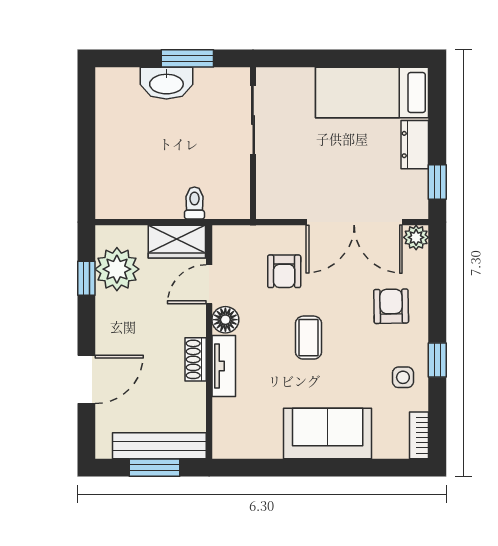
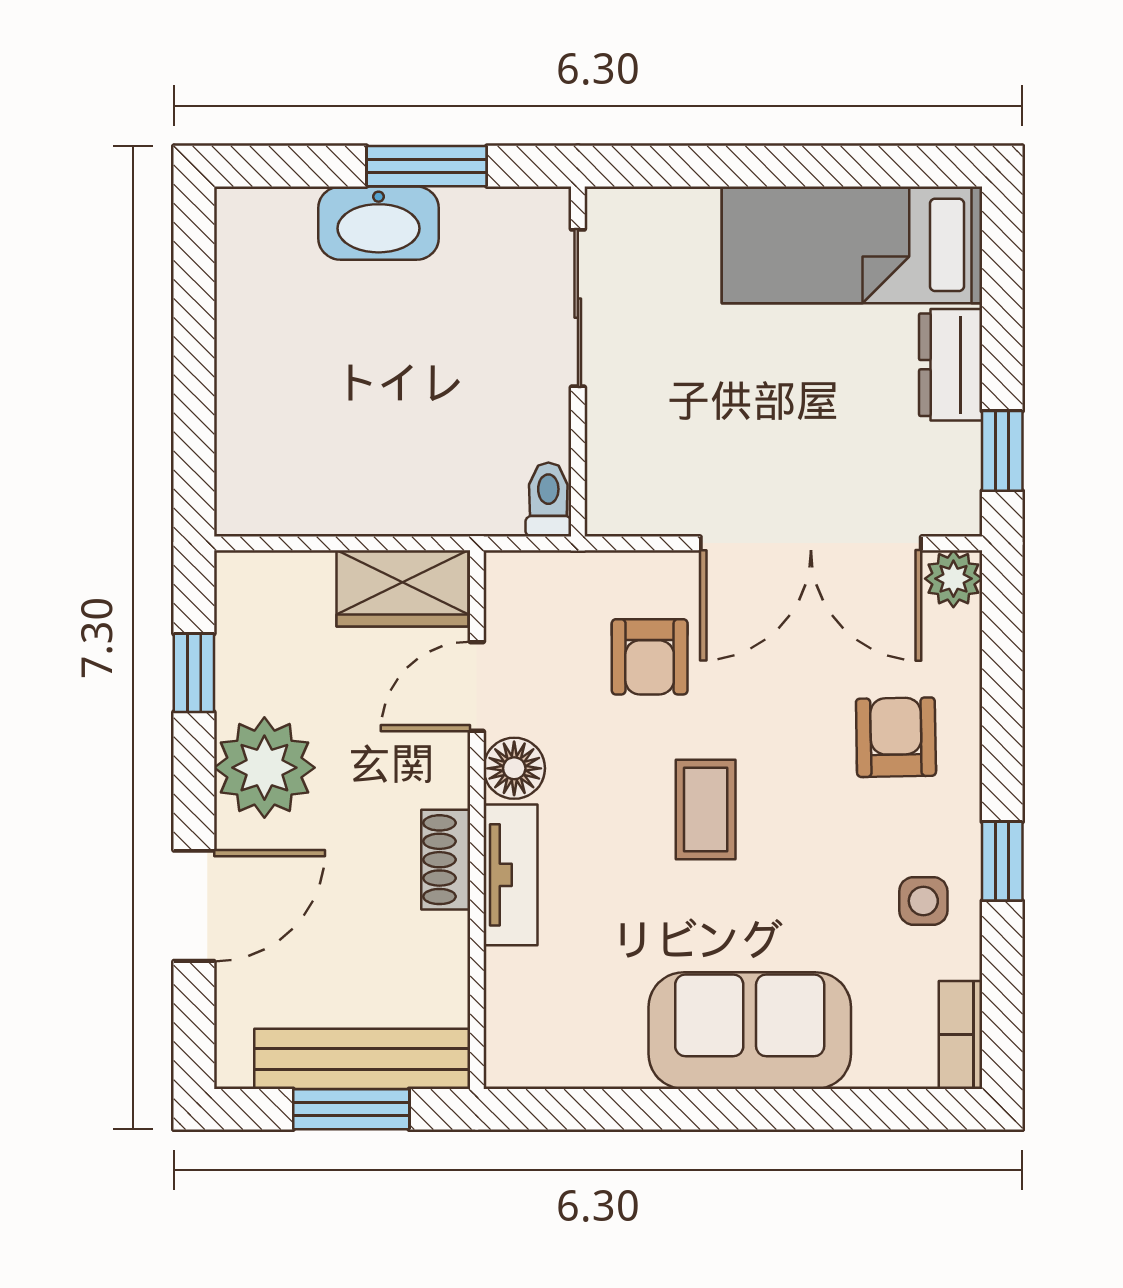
toilet: (194, 203) -> (548, 500), moved
plant: (117, 269) -> (264, 768), moved

